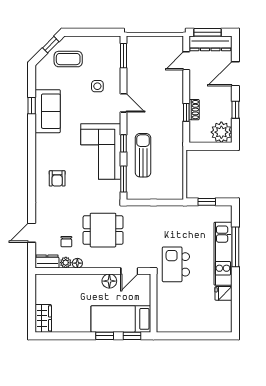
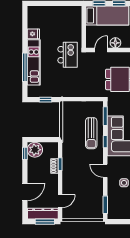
window: (235, 110) -> (25, 153), moved

